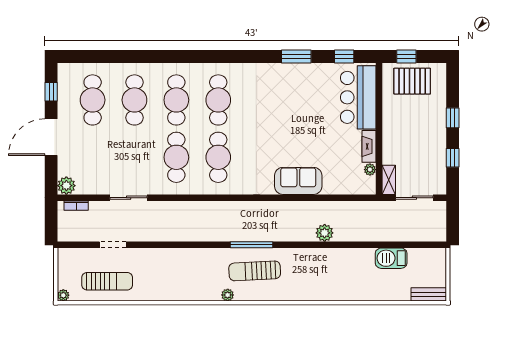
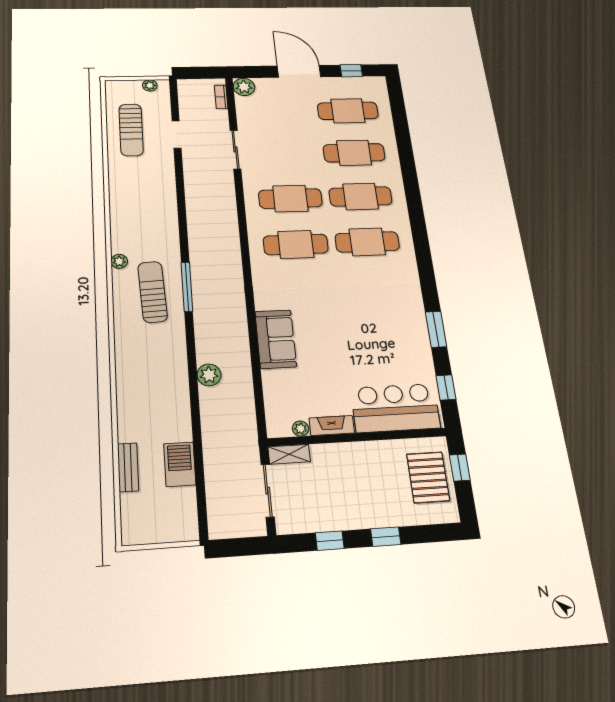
bench: (429, 294) -> (128, 467), moved
plant: (63, 295) -> (150, 85), moved

